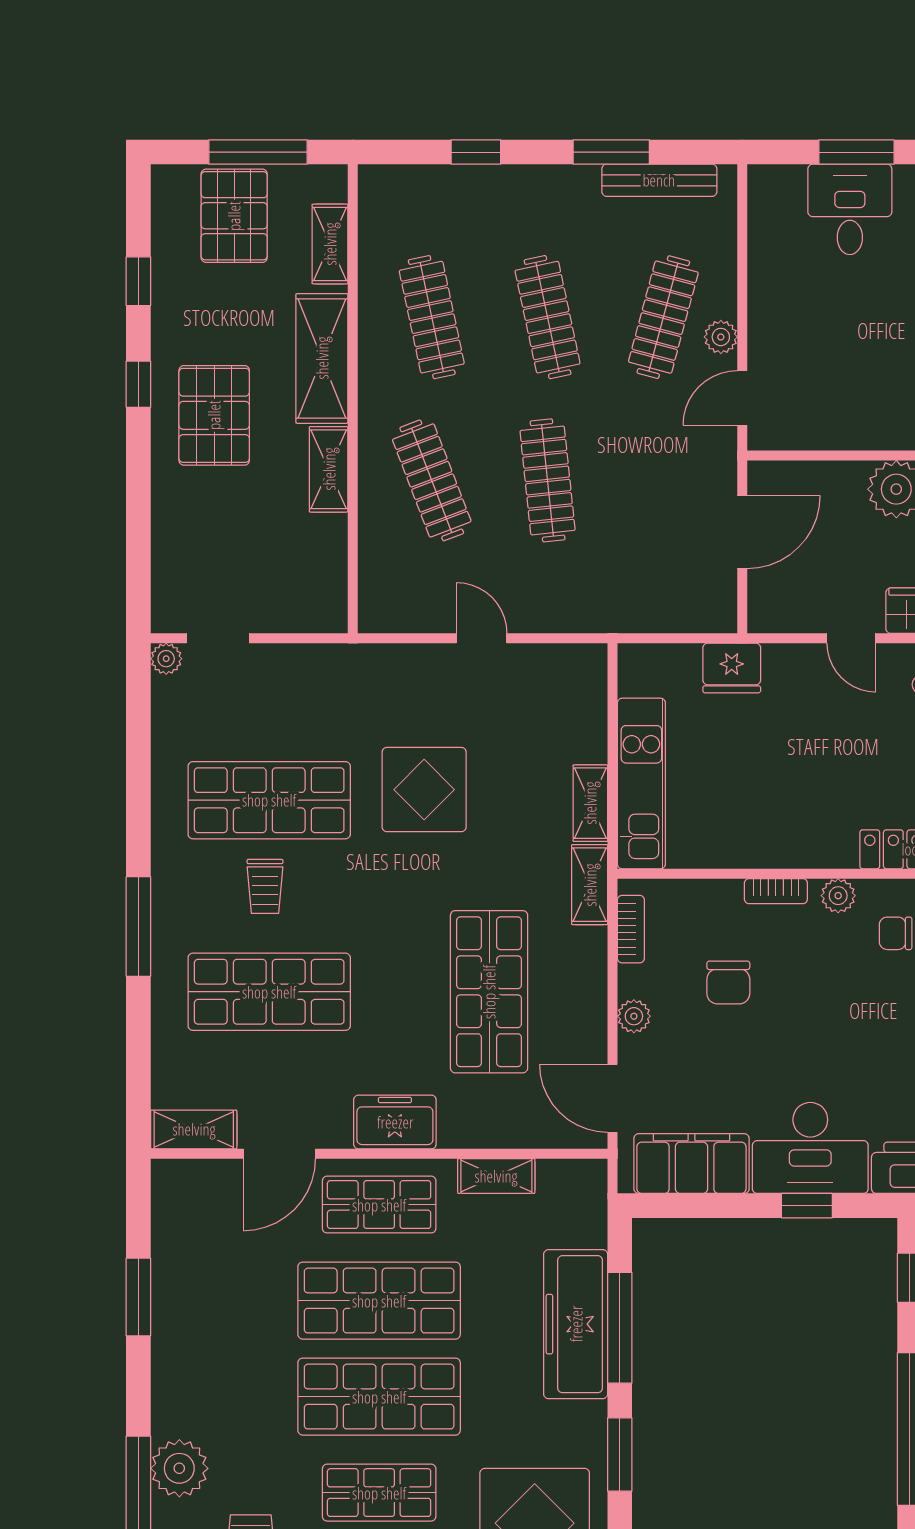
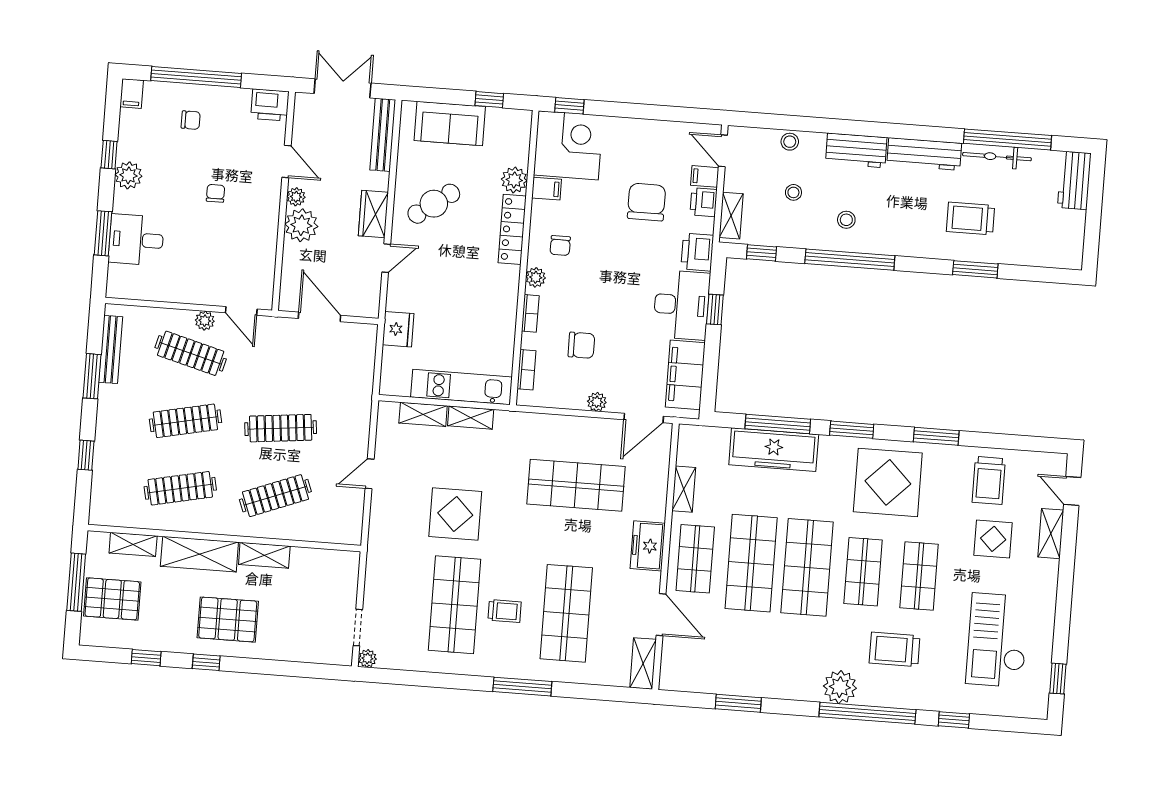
shelving: (590, 885) -> (423, 414), moved
bookcase: (631, 929) -> (526, 370), moved, turned 90

